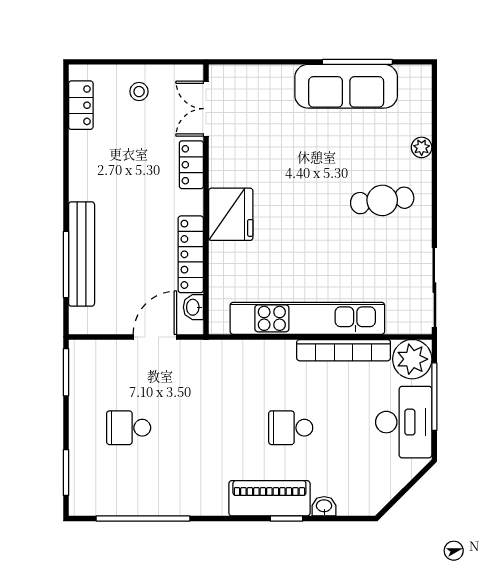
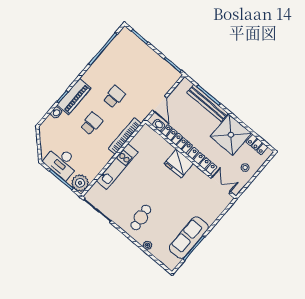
locker: (191, 165) -> (202, 161), width x1.53
shower: (103, 166) -> (231, 135), added
kitchen unit: (307, 318) -> (117, 166), width x0.73
bookcase: (344, 350) -> (125, 136), moved
school desk: (129, 428) -> (114, 97), moved

